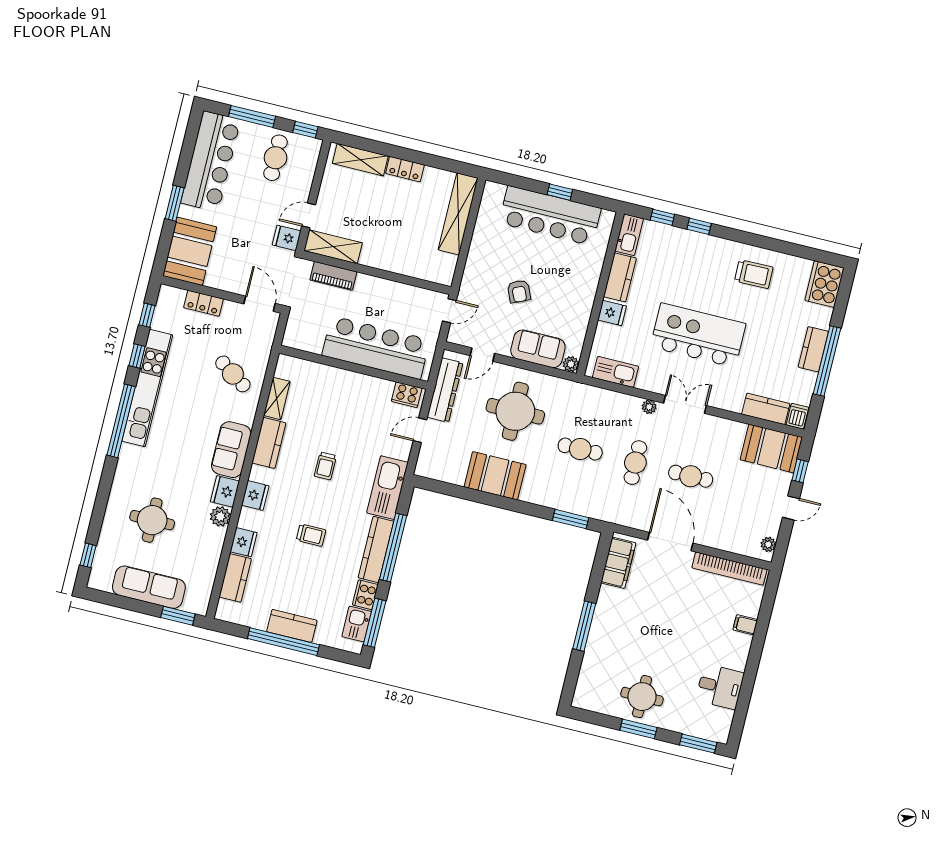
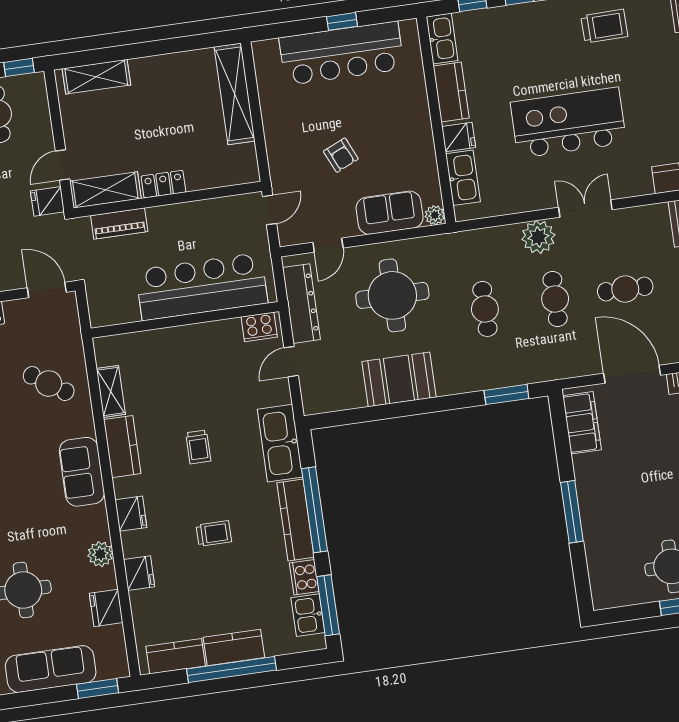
locker: (405, 169) -> (163, 184), moved, turned 180
kitchen sink: (616, 372) -> (463, 178), moved, turned 90
plant: (649, 407) -> (538, 237), width x1.88, depth x1.88
cafe table: (580, 449) -> (485, 309), turned 90
fridge: (225, 491) -> (106, 608), moved
kitchen counter: (235, 578) -> (176, 656), moved, turned -90

